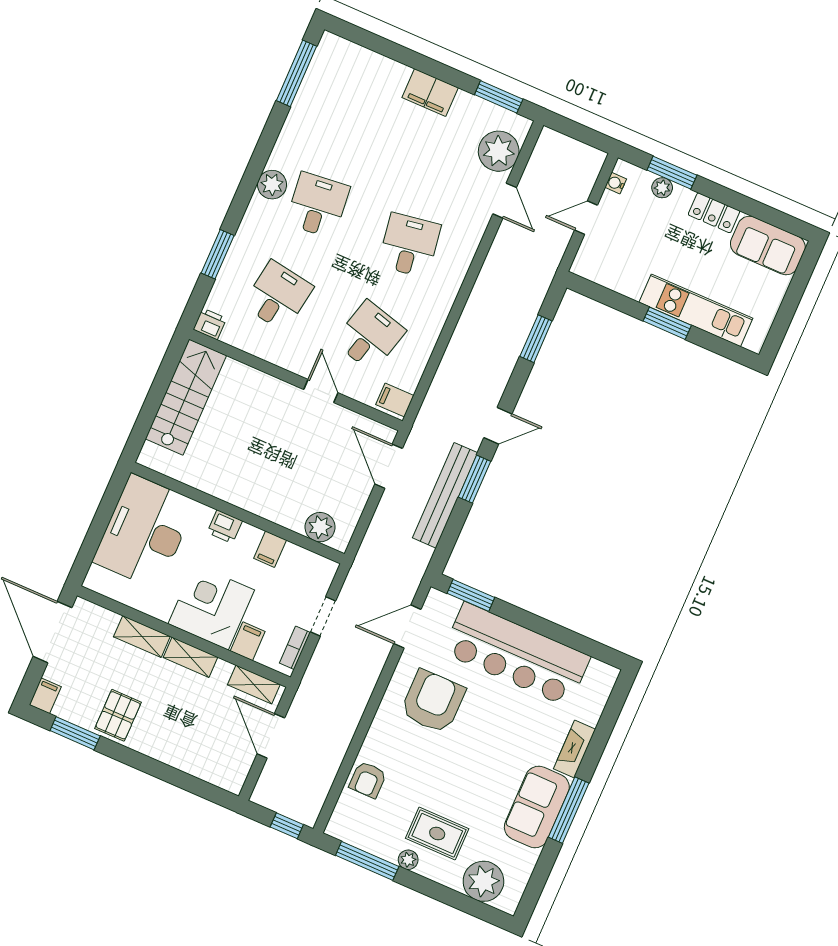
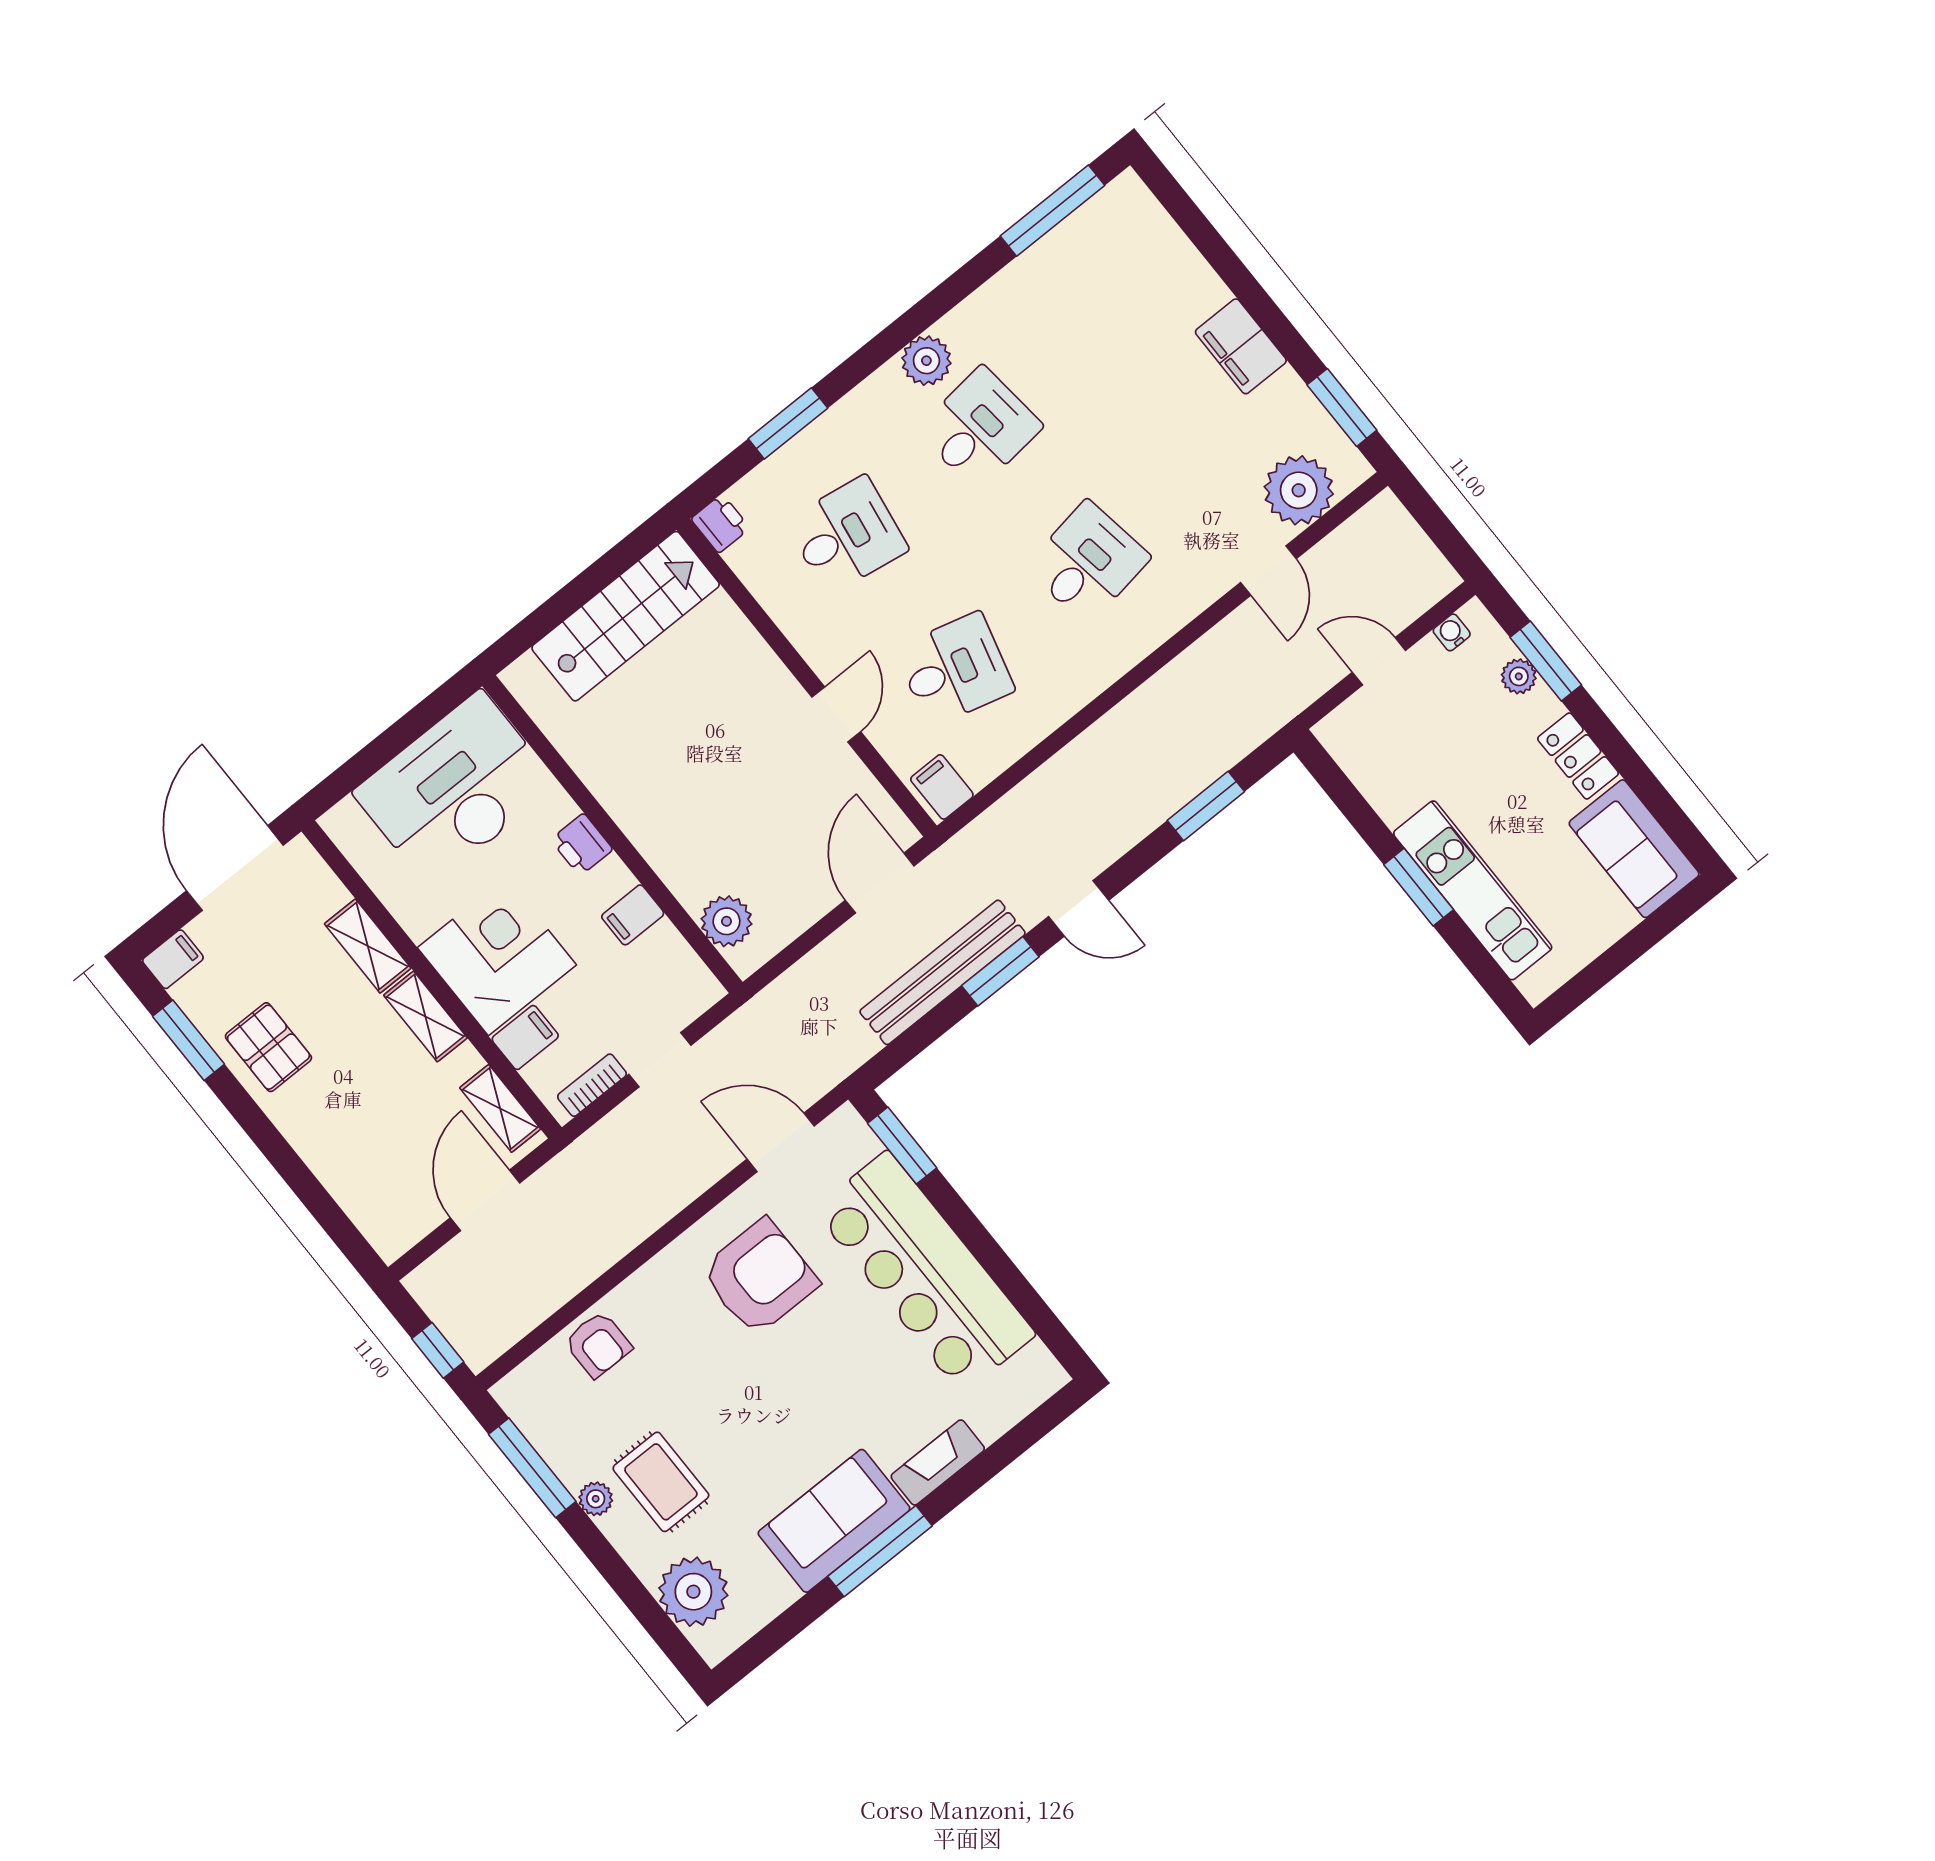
pallet: (118, 715) -> (268, 1047), turned 90
armchair: (368, 780) -> (598, 1344), turned -90

